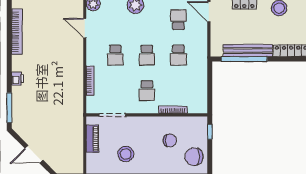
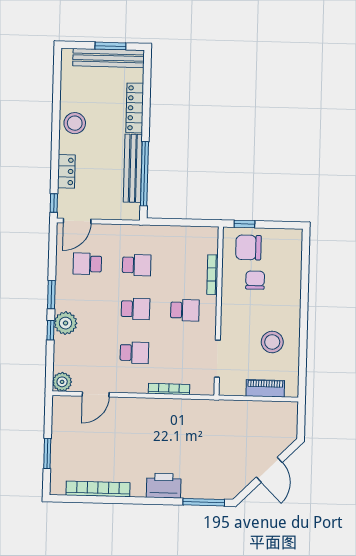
printer: (18, 79) -> (164, 486), width x1.87, depth x1.48
piano: (92, 139) -> (265, 388), moved
chair: (194, 157) -> (248, 247), moved, turned 90

